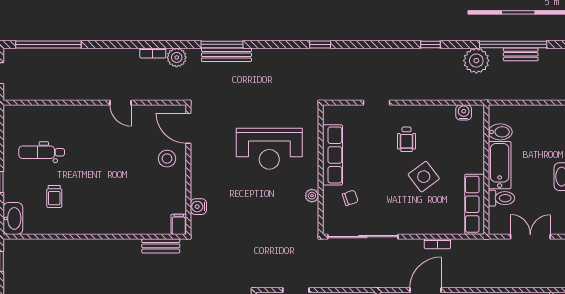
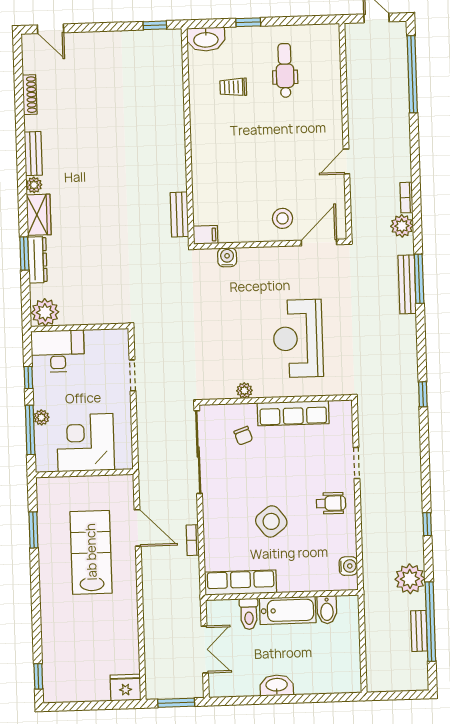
wheelchair: (407, 139) -> (331, 503), moved, turned 180

